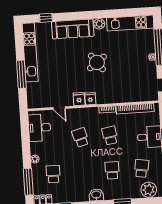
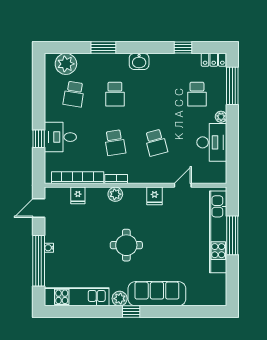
window: (46, 18) -> (131, 312), moved
kitchen unit: (30, 52) -> (218, 232), moved
round table: (97, 62) -> (126, 245), turned 37
fridge: (90, 99) -> (78, 195), moved
plant: (107, 99) -> (115, 194), added
door: (59, 108) -> (183, 185), hinge flipped
desk: (40, 128) -> (212, 142), moved

